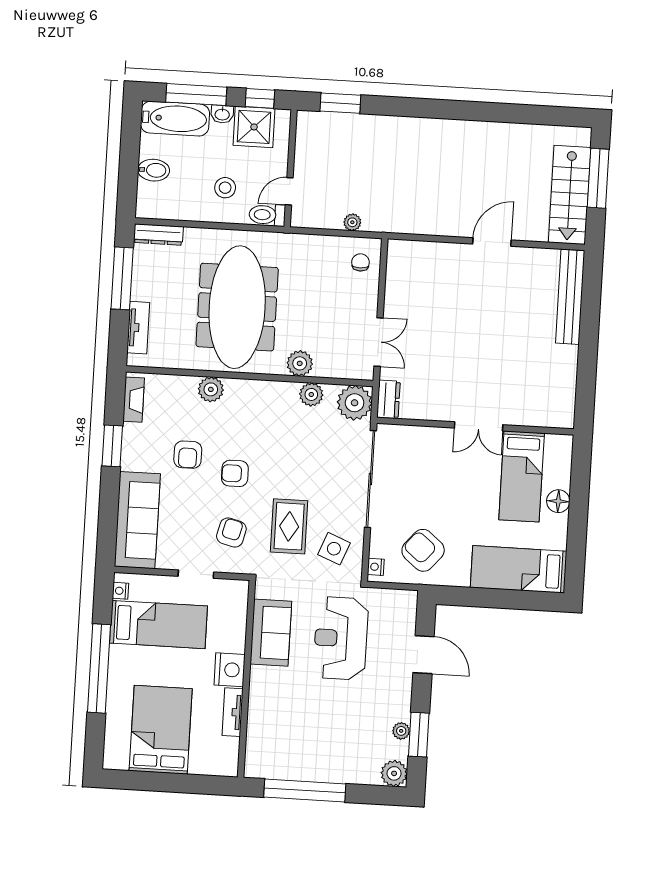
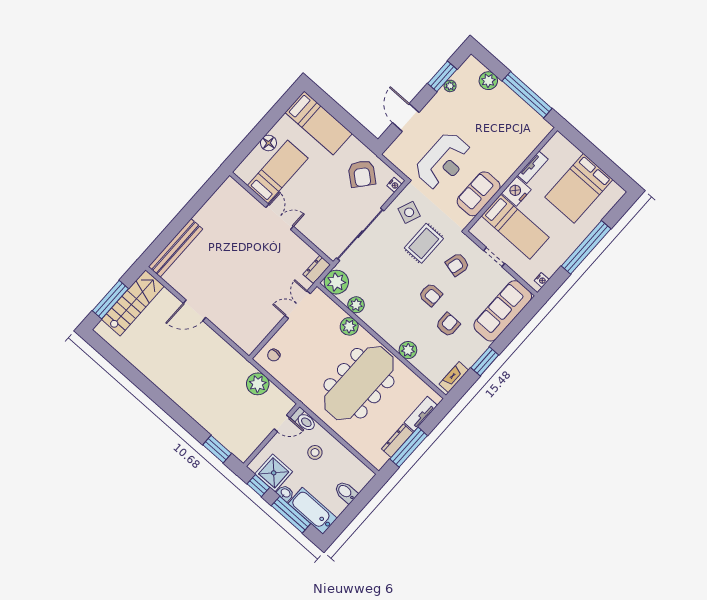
plant: (352, 222) -> (258, 384), width x1.87, depth x1.87
dresser: (158, 235) -> (397, 441), moved, turned -90
bed: (159, 625) -> (515, 227), moved, turned 180
plant: (394, 773) -> (488, 81), moved

